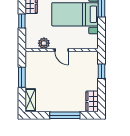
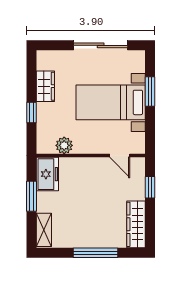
door: (62, 50) -> (120, 156), moved
freezer: (33, 62) -> (47, 174), added
wardrobe: (92, 101) -> (136, 224), width x1.50

